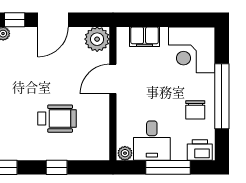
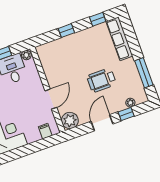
filing cabinet: (145, 37) -> (45, 131), width x0.50
wheelchair: (57, 119) -> (102, 80), moved

